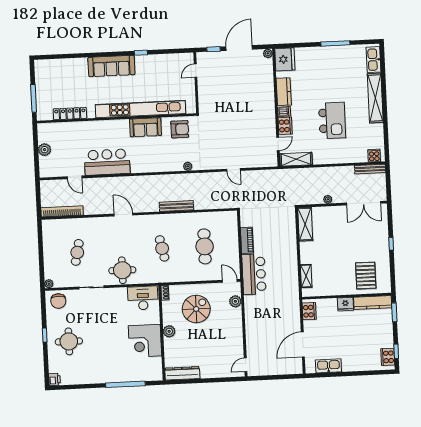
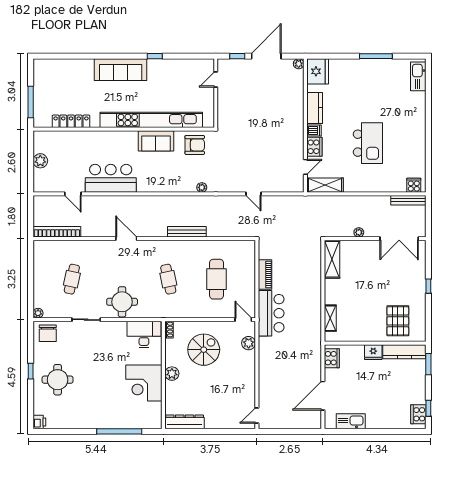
shelving: (375, 98) -> (418, 120), removed

